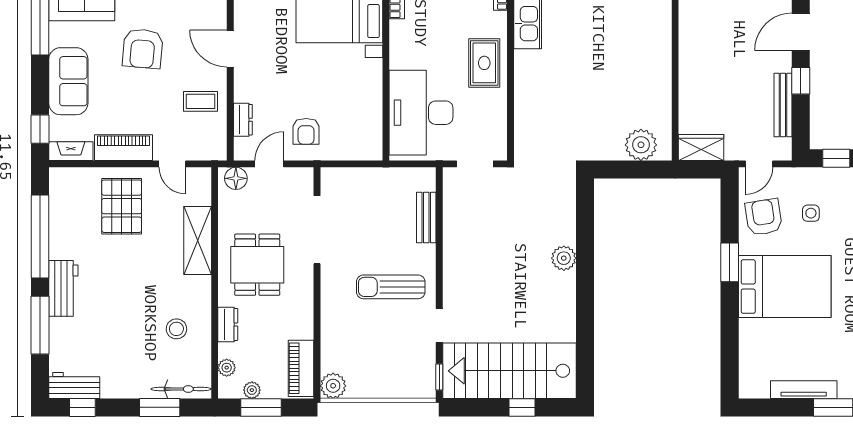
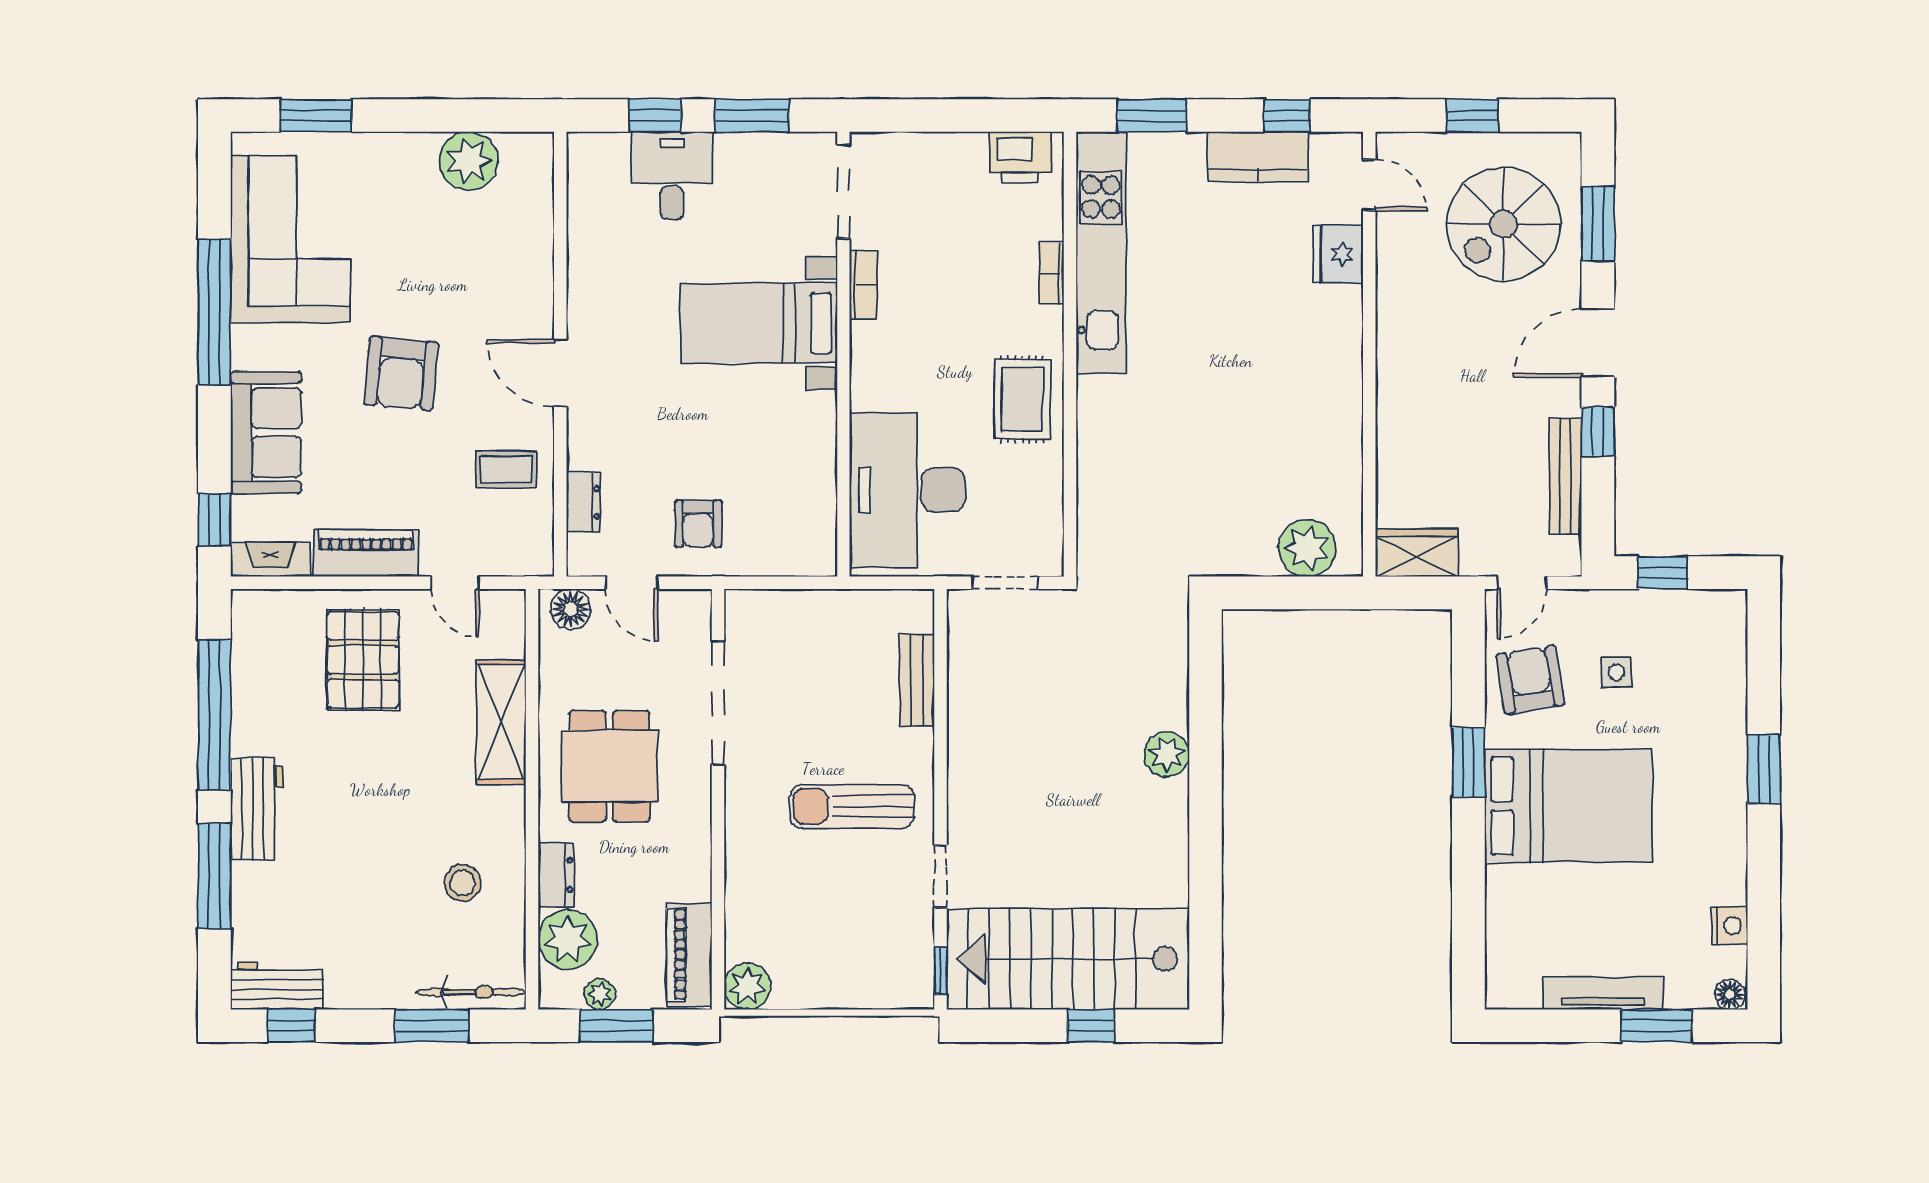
door: (269, 164) -> (632, 583), swing flipped
plant: (227, 368) -> (568, 939), width x1.88, depth x1.88

